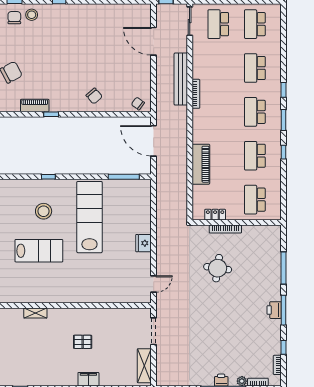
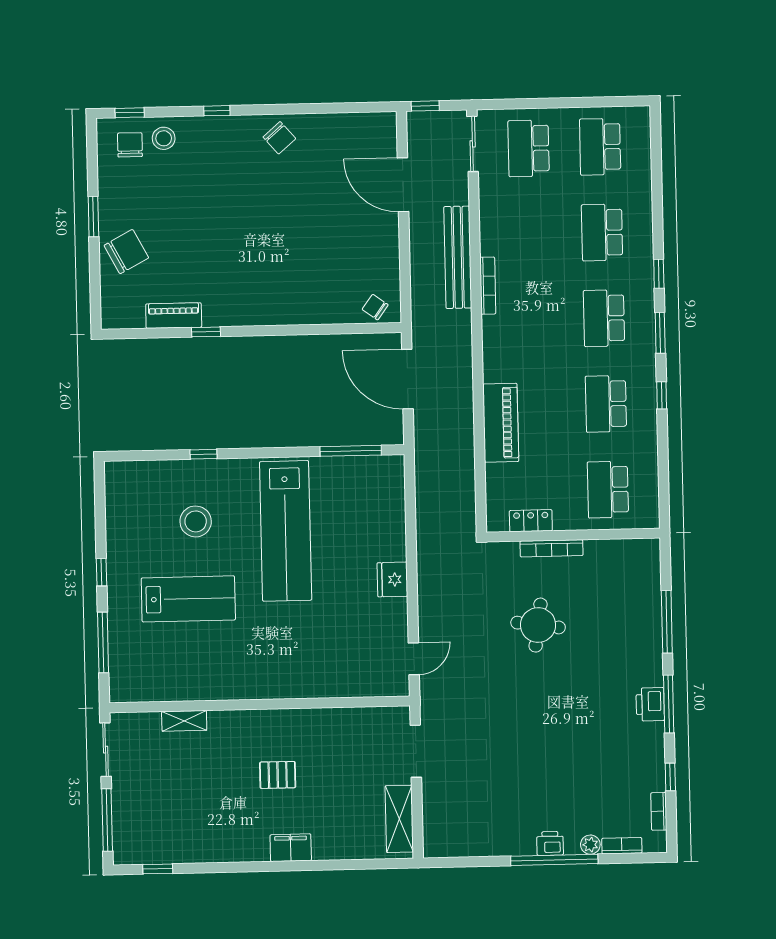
chair: (94, 96) -> (279, 138), moved
lab bench: (89, 217) -> (286, 531), turned 180

